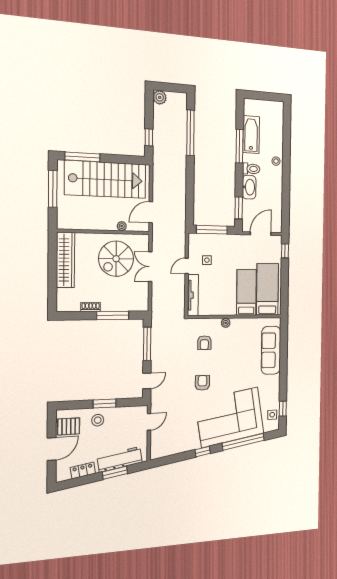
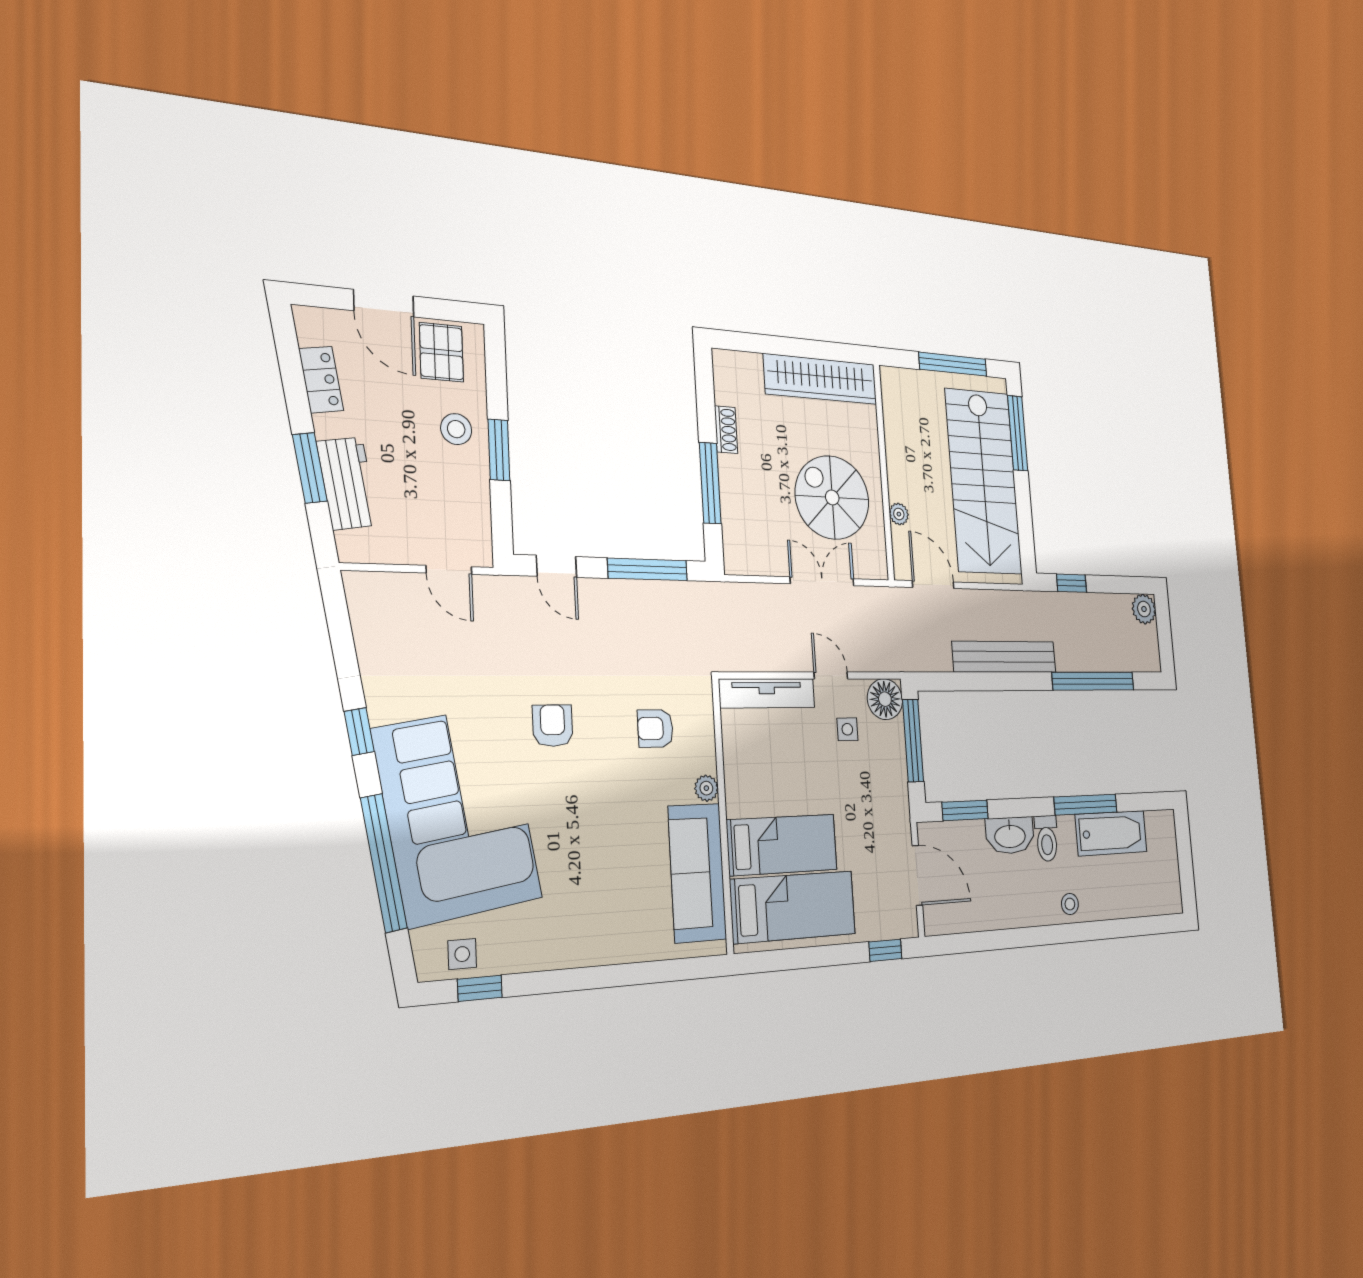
bench: (180, 179) -> (1004, 657), added
floor lamp: (196, 241) -> (885, 699), added
sofa: (271, 350) -> (697, 873), moved, turned -90
armchair: (202, 383) -> (553, 726), turned -90
workbench: (120, 459) -> (347, 483), width x0.73

